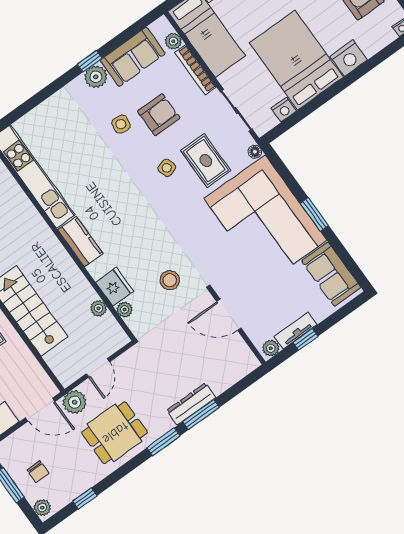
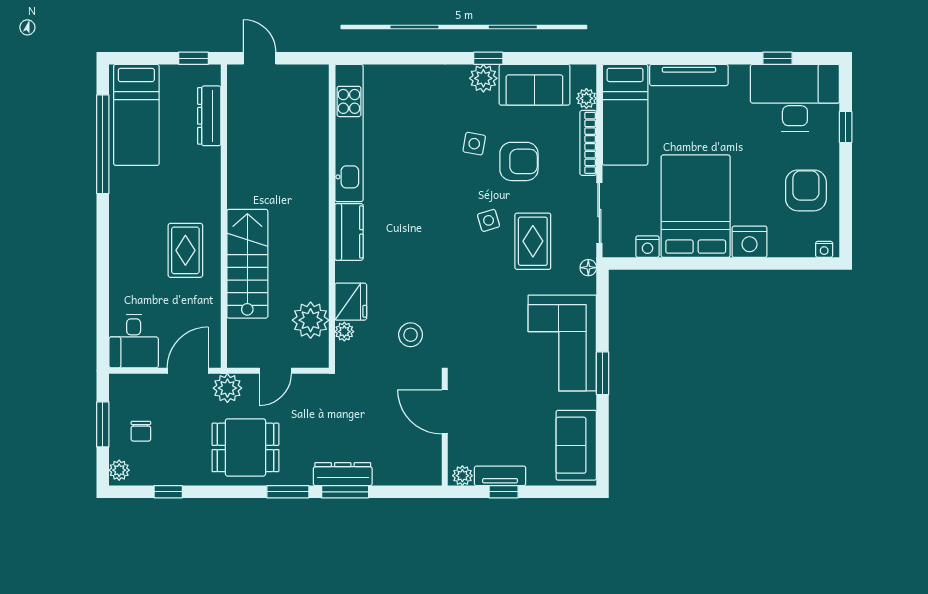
corner sofa: (265, 219) -> (562, 343), width x0.73, depth x0.74
plant: (99, 308) -> (311, 320), width x1.87, depth x1.87
door: (40, 410) -> (188, 371), swing flipped

